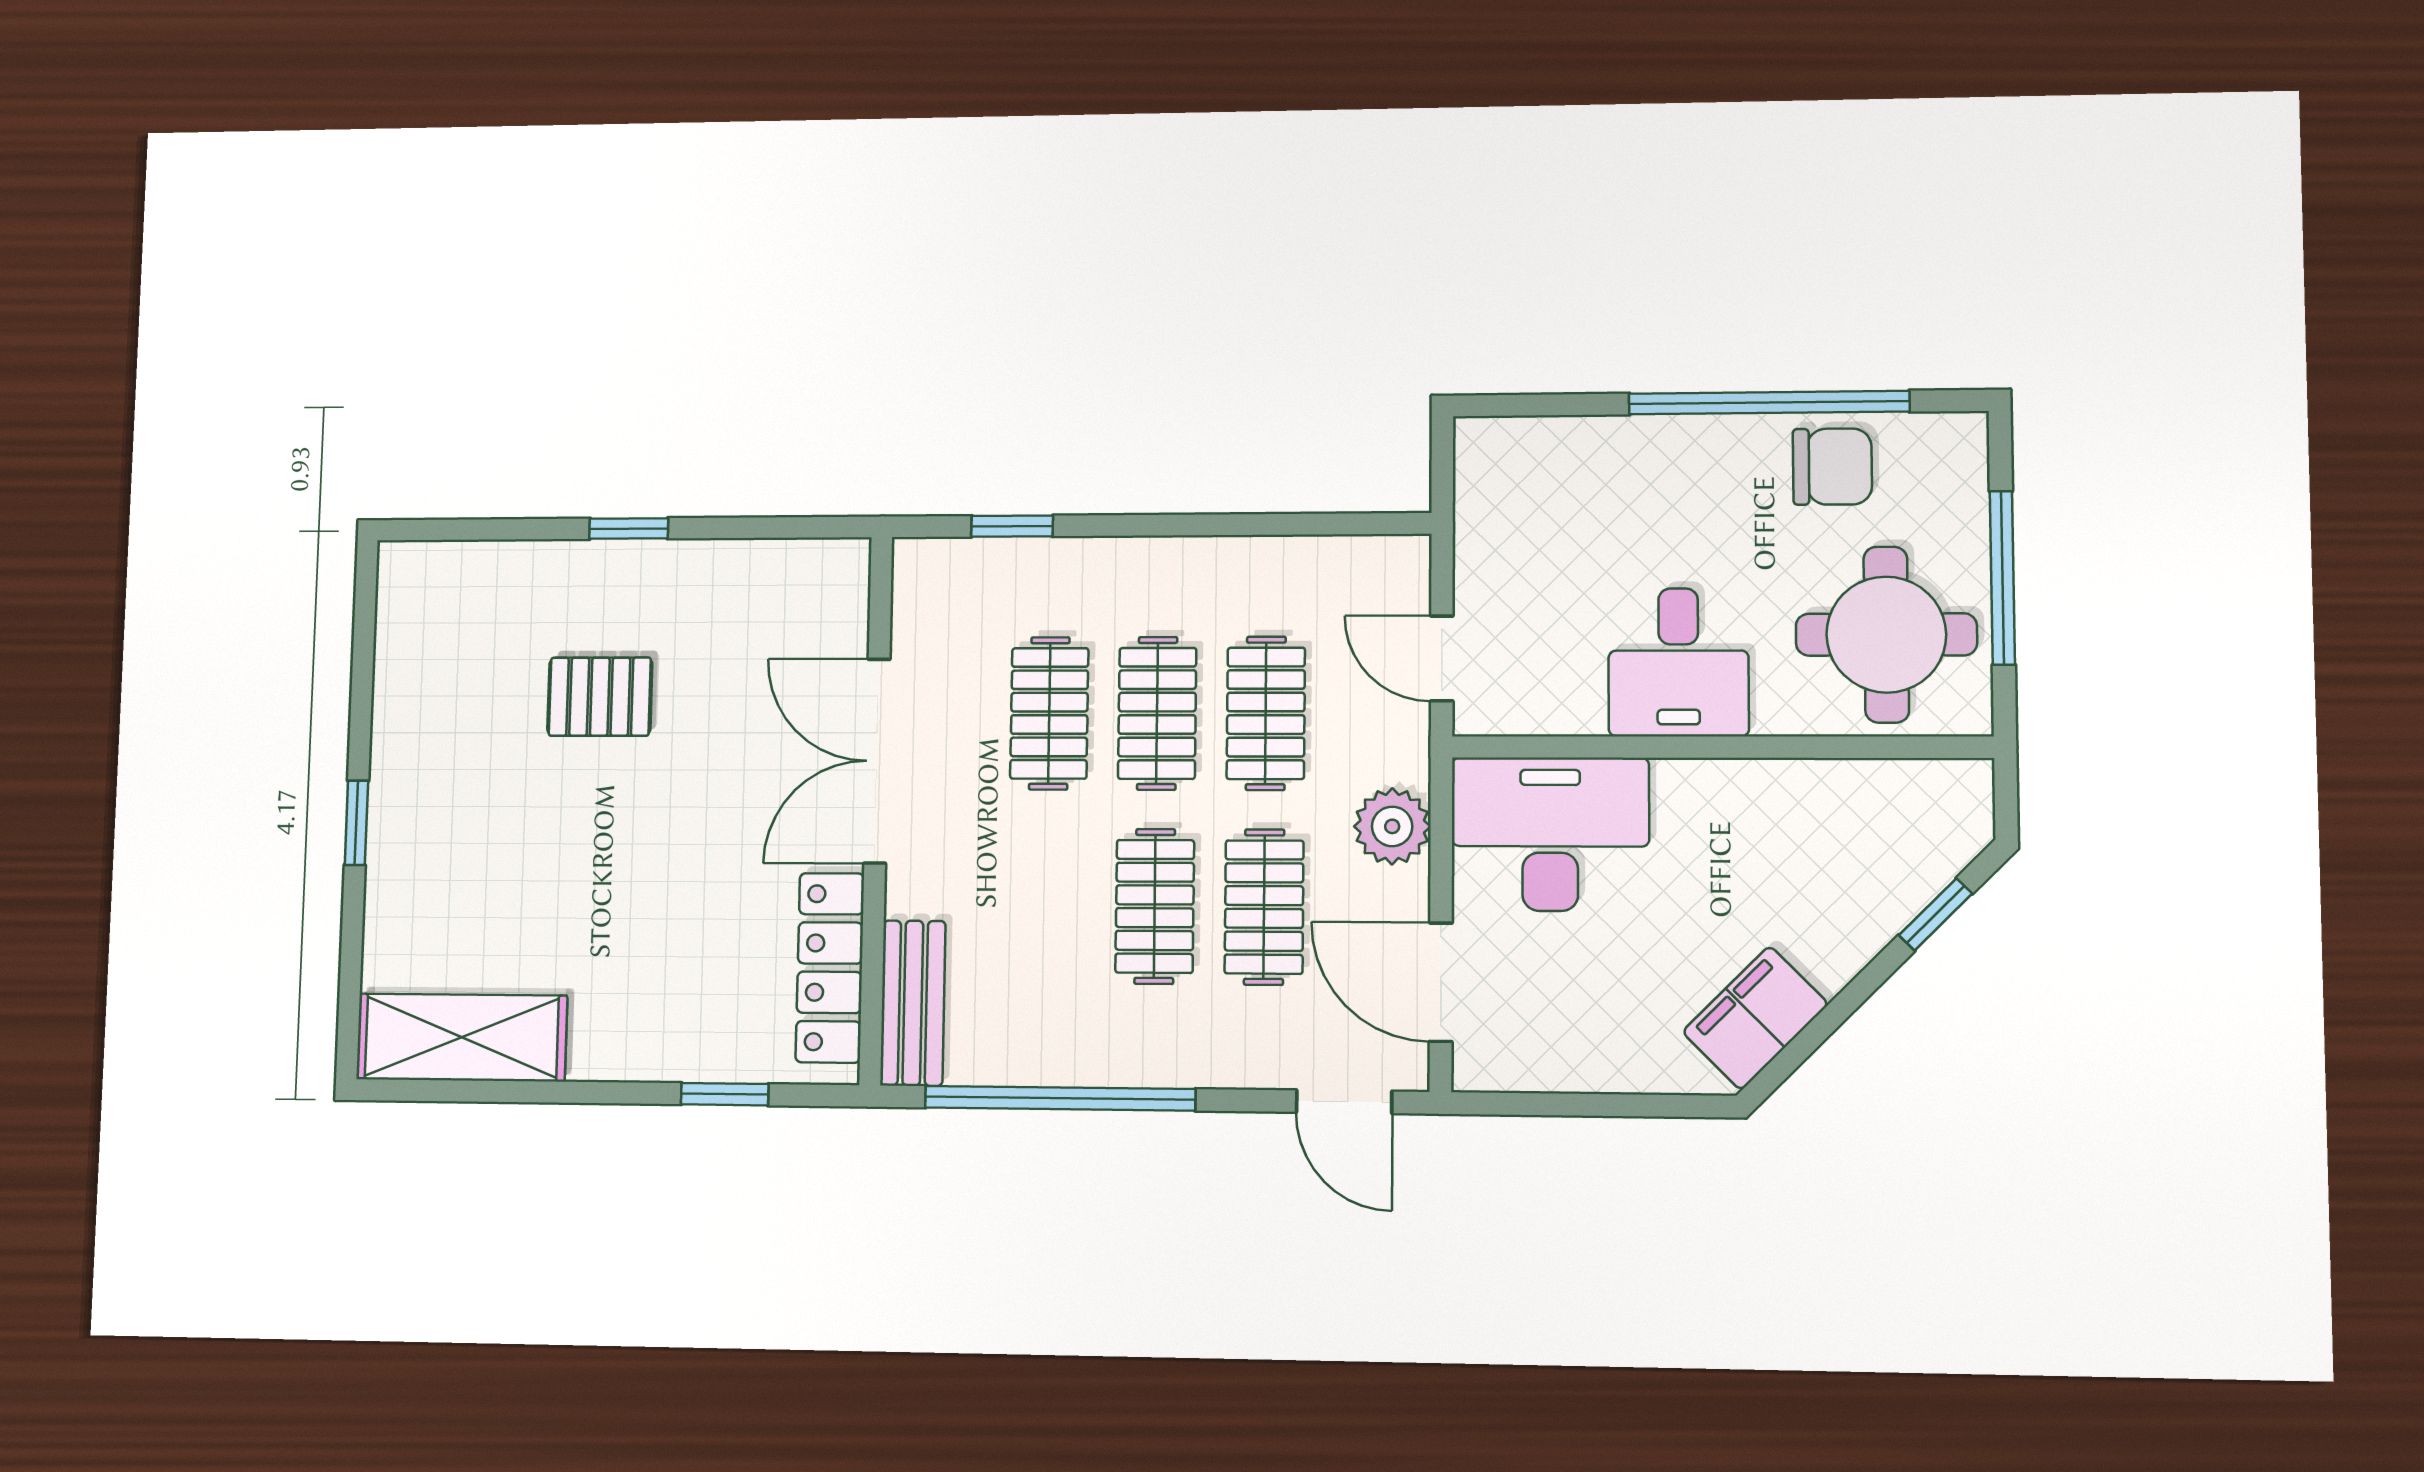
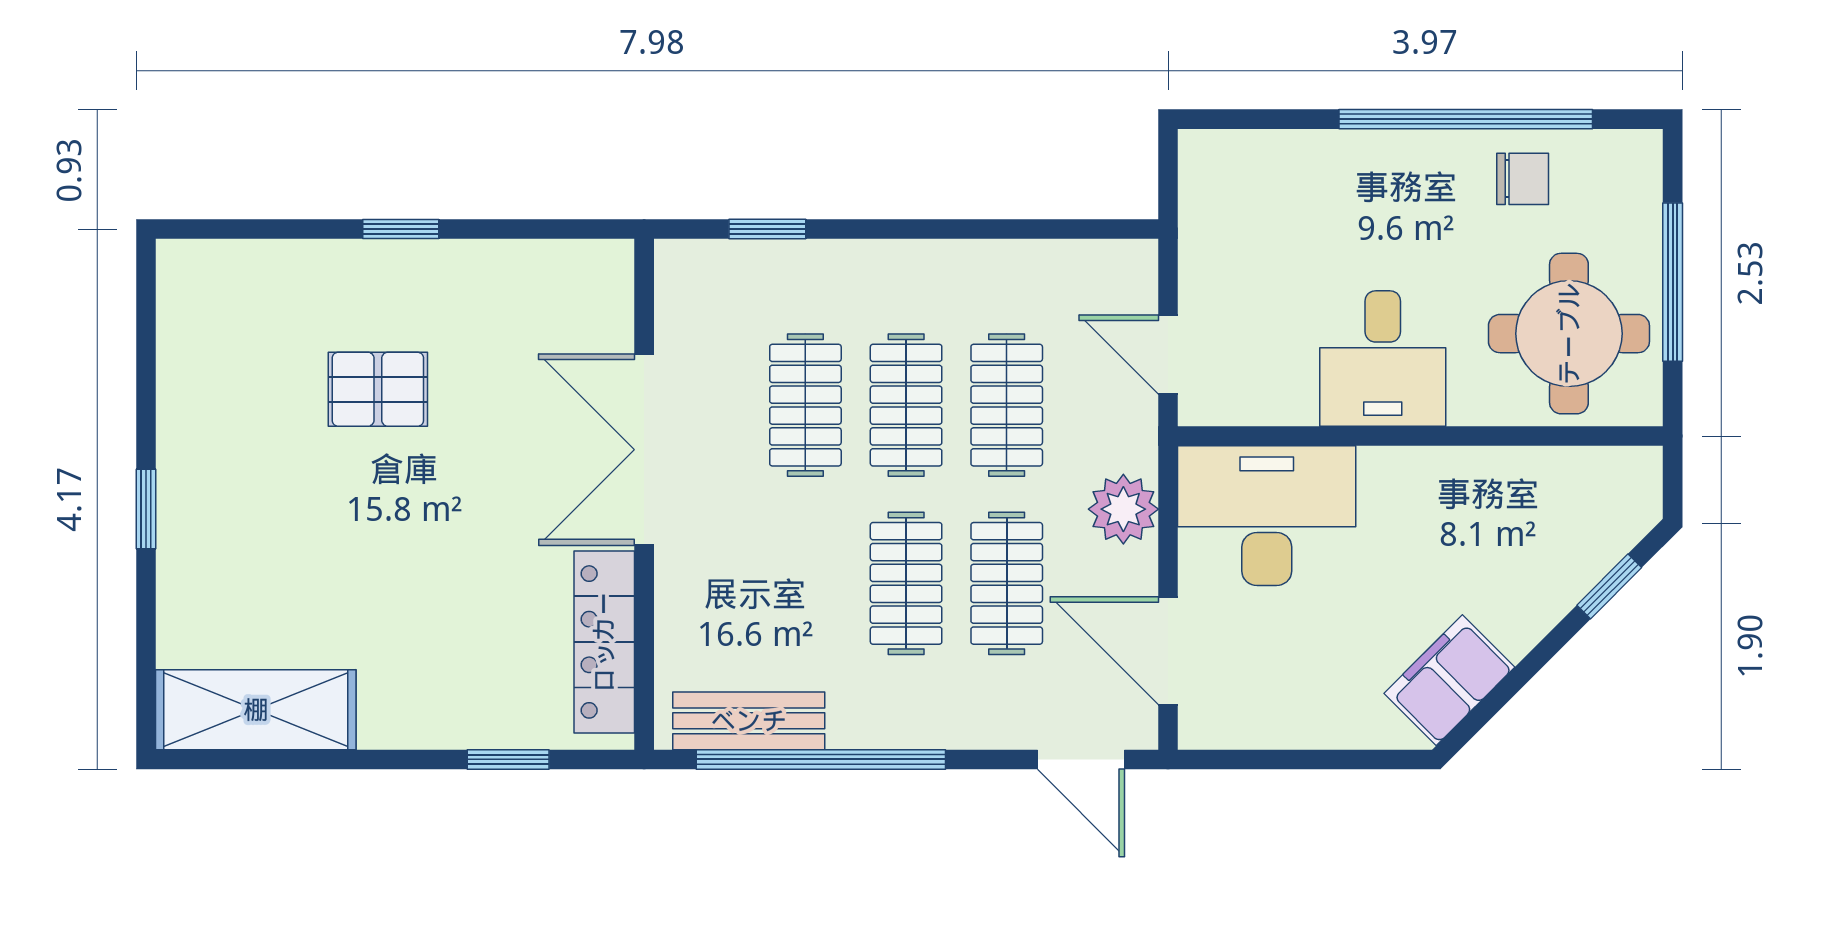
chair: (1832, 467) -> (1523, 179), width x0.73, depth x0.73
bench: (913, 1003) -> (749, 721), moved, turned 90

